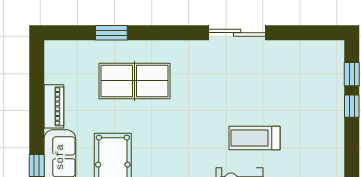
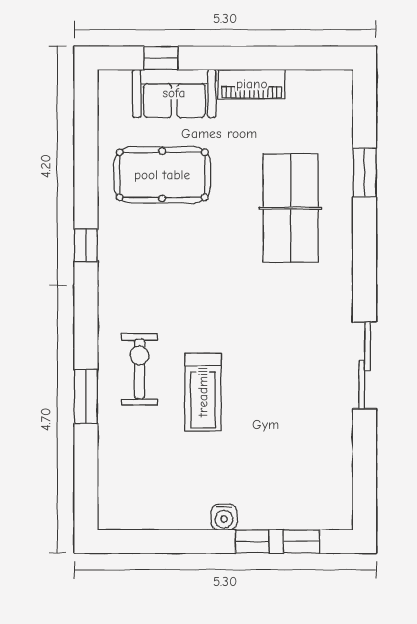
water cooler: (336, 124) -> (224, 517), added
treadmill: (255, 138) -> (203, 392), turned 180

